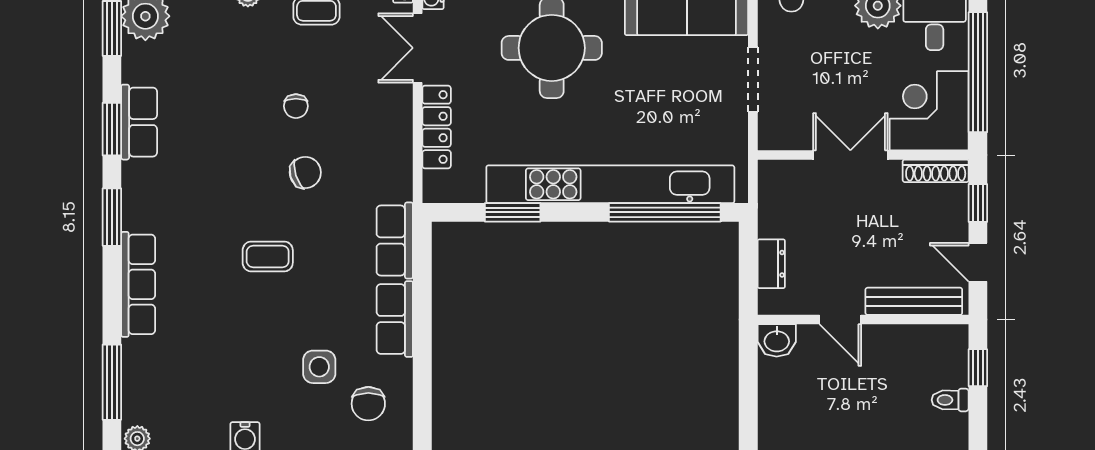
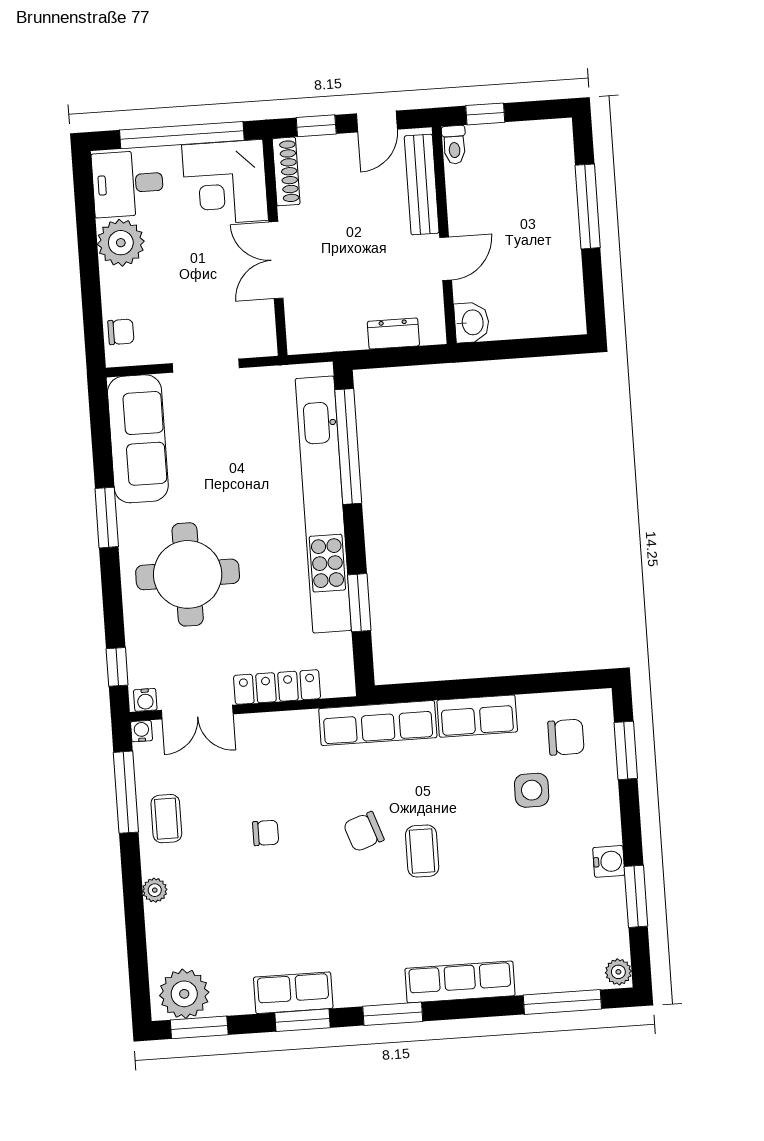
chair: (305, 172) -> (364, 832), moved, turned -91
row of seats: (395, 240) -> (378, 723), width x1.48
toilet: (950, 400) -> (454, 145), moved

